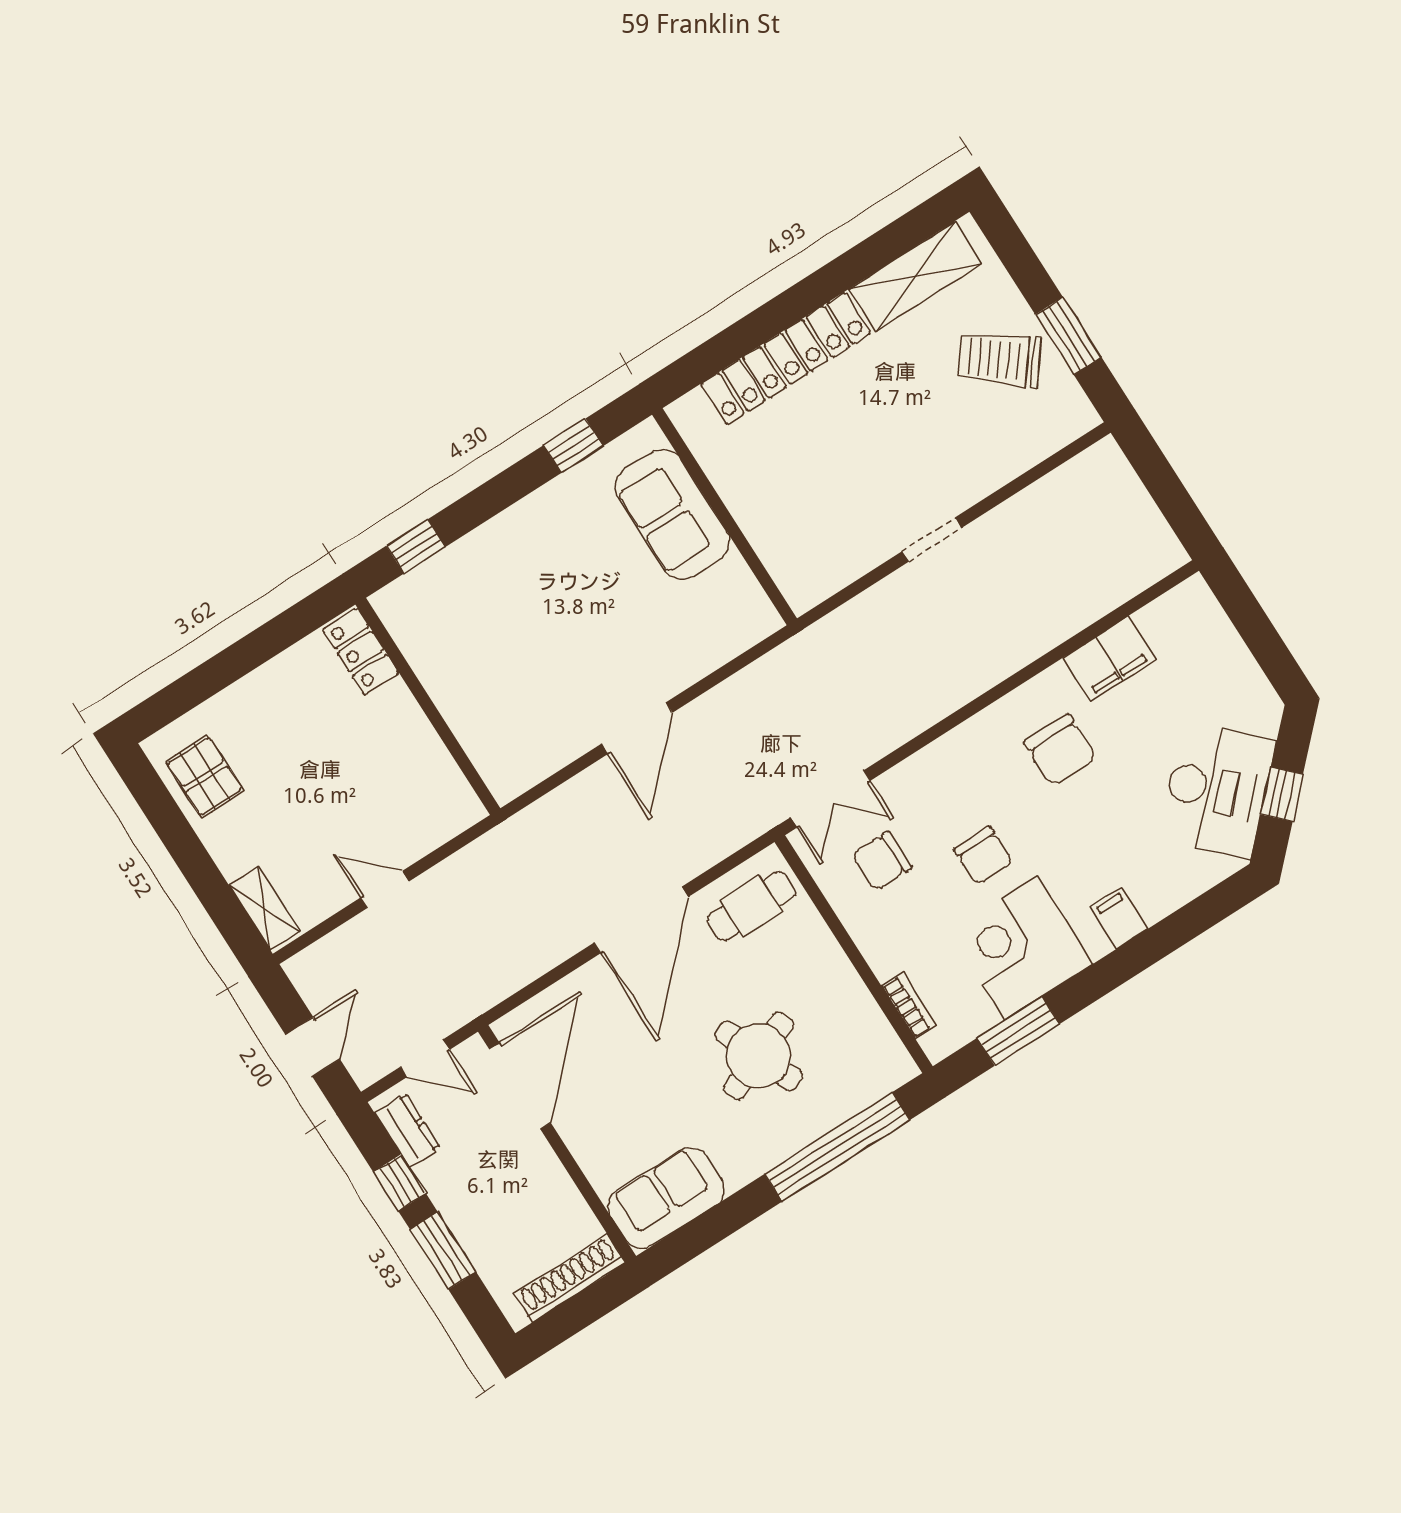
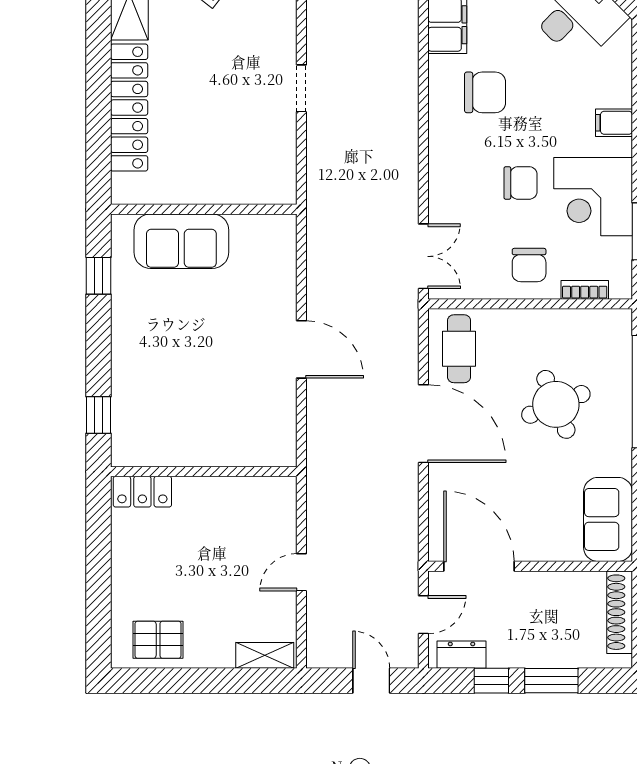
chair: (882, 861) -> (529, 265), moved

